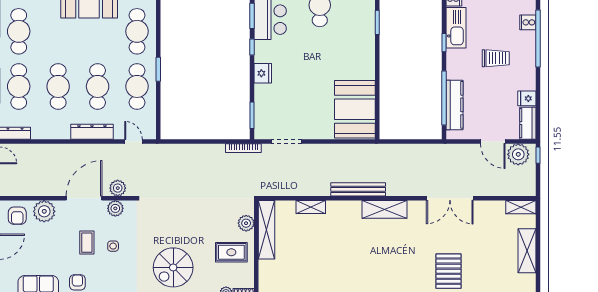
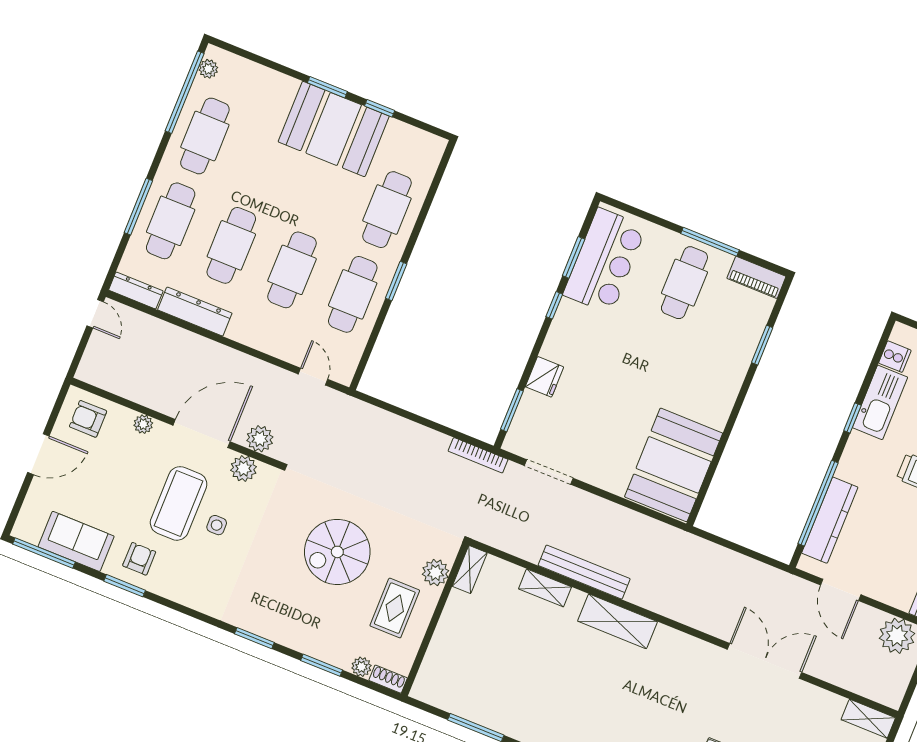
fridge: (263, 73) -> (544, 377), moved
dresser: (92, 132) -> (195, 312), moved
door: (493, 141) -> (841, 590), moved
bench: (358, 189) -> (584, 572), moved
double door: (450, 198) -> (764, 661), swing flipped
shelving: (385, 209) -> (617, 621), moved
plant: (44, 211) -> (143, 424), width x0.53, depth x0.53
armchair: (17, 216) -> (88, 419), turned 90
shelving: (267, 230) -> (470, 570), width x0.45, depth x0.75
coffee table: (87, 243) -> (179, 503), width x1.86, depth x1.72
rug: (231, 252) -> (395, 608), turned 90
spiral stairs: (173, 267) -> (337, 552), moved

